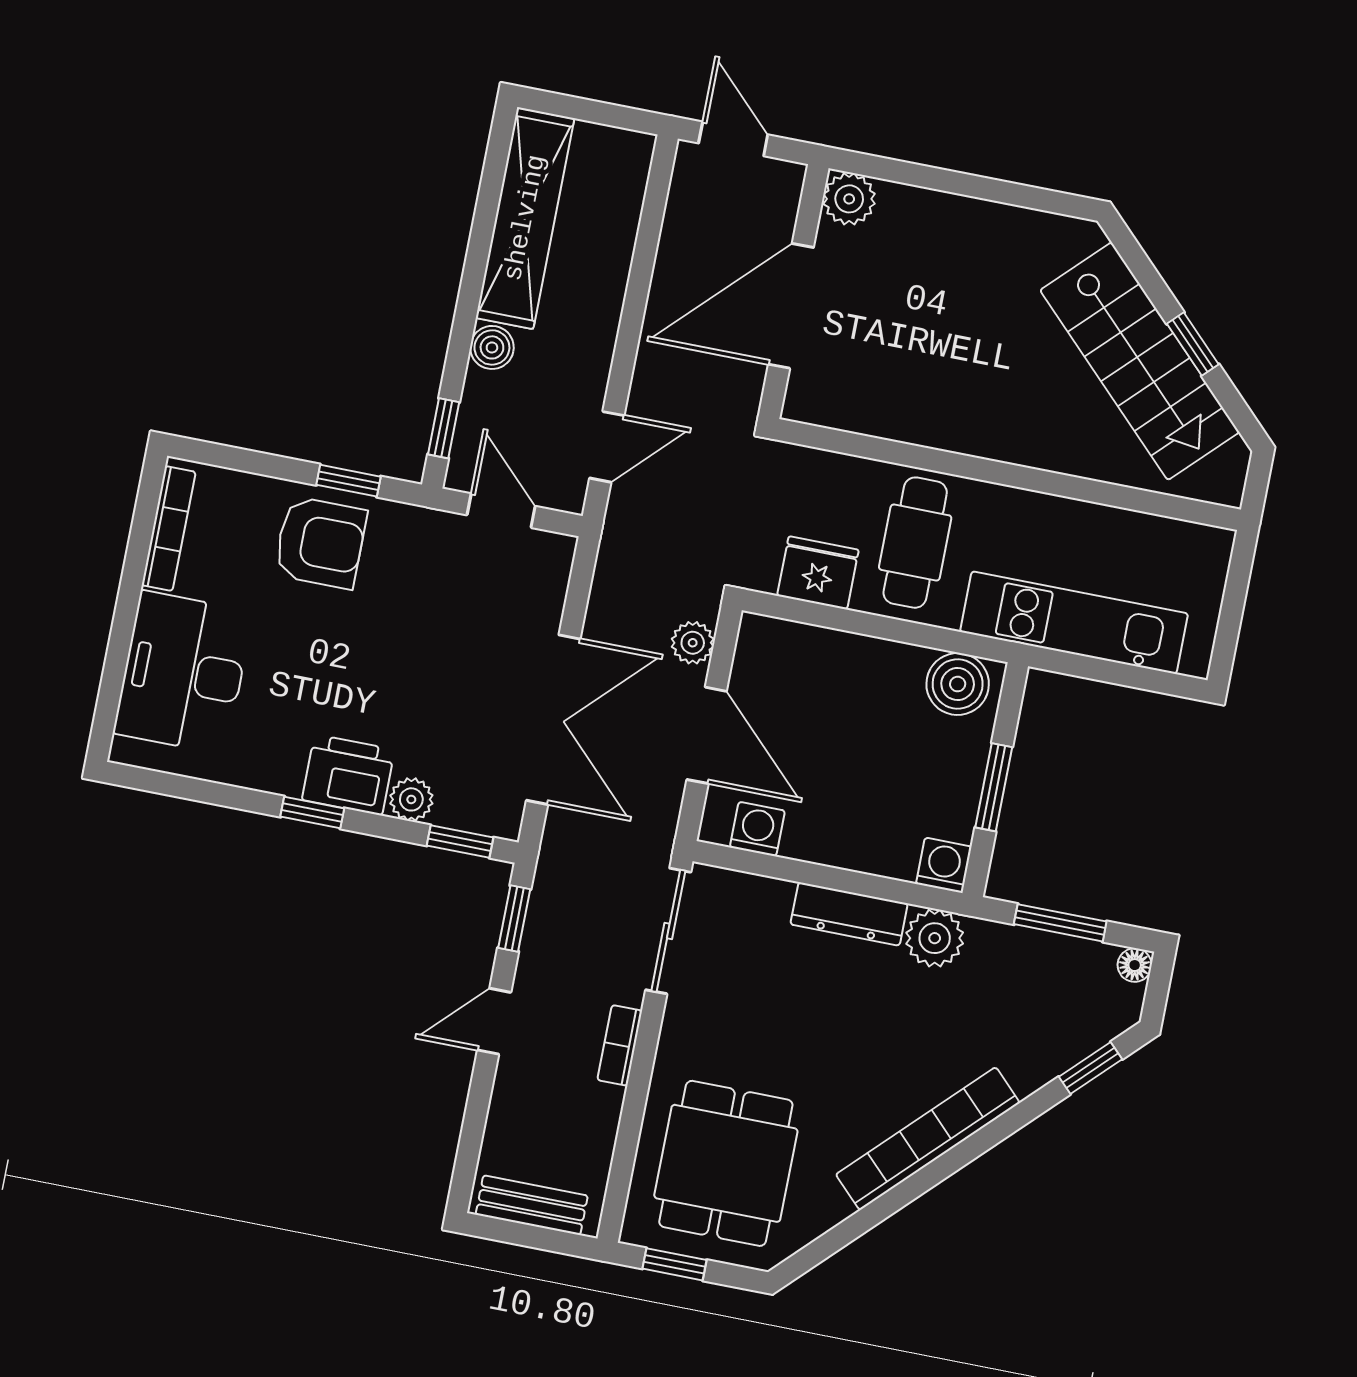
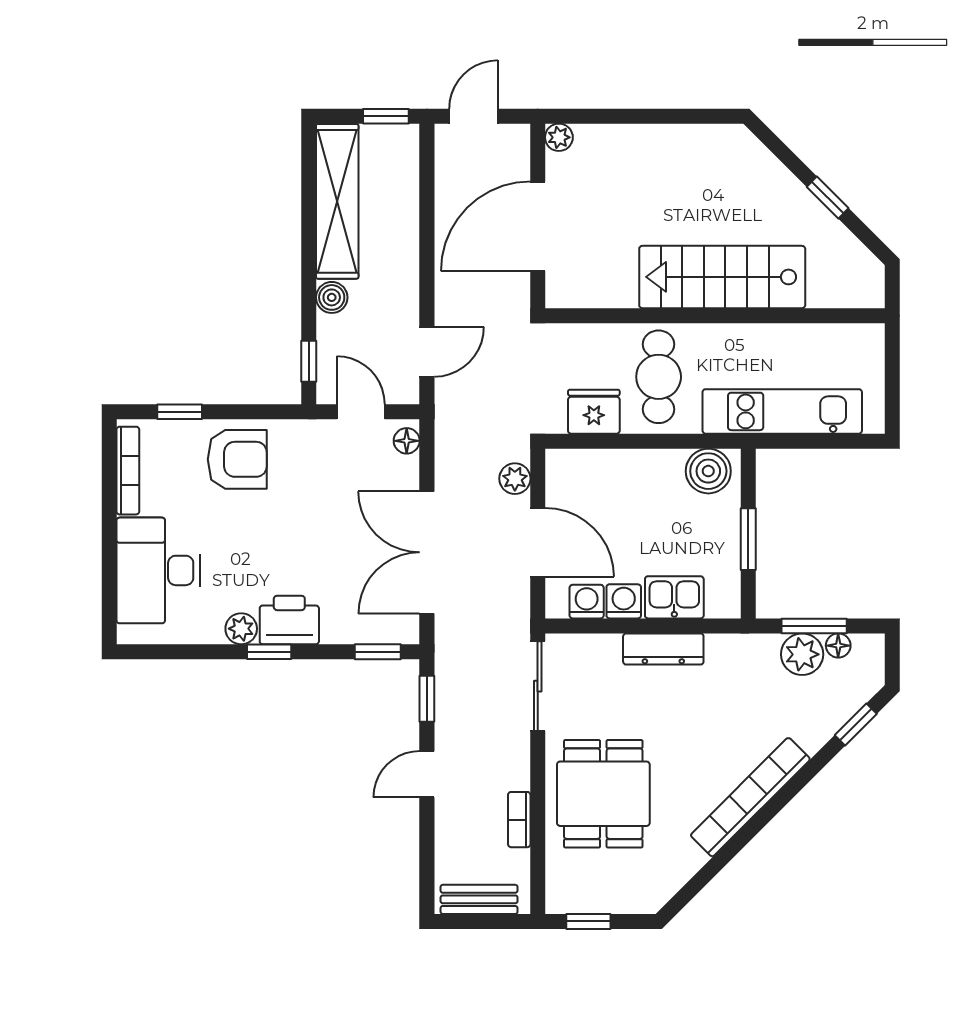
window: (614, 116) -> (386, 116), added
door: (733, 139) -> (474, 116), hinge flipped
plant: (849, 199) -> (559, 137), width x0.73, depth x0.73
stairs: (1140, 361) -> (722, 277), moved, turned 135
window: (349, 481) -> (180, 412), moved
floor lamp: (556, 562) -> (407, 441), added
double door: (553, 720) -> (427, 552), swing flipped
plant: (411, 799) -> (241, 629), moved
kitchen sink: (878, 847) -> (674, 597), added
washing machine: (944, 865) -> (624, 601), moved
plant: (935, 938) -> (802, 654), moved
floor lamp: (1135, 965) -> (838, 646), moved
bookcase: (620, 1045) -> (519, 820), moved
dining table: (726, 1163) -> (603, 794), moved

